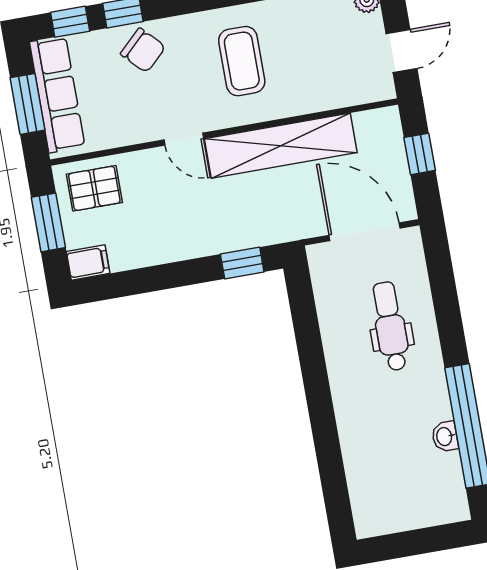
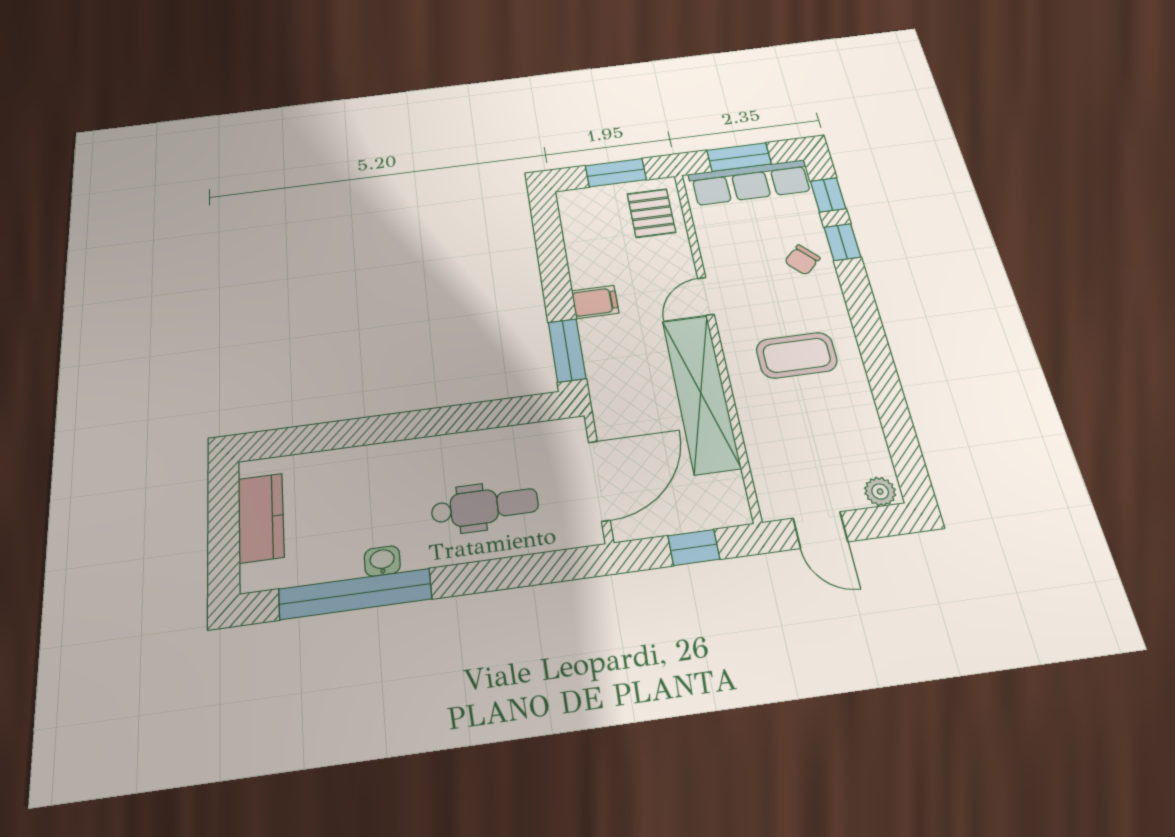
chair: (143, 50) -> (802, 260), width x0.73, depth x0.73
filing cabinet: (88, 262) -> (595, 302), moved, turned -90
window: (242, 263) -> (567, 350), width x1.50
washbasin: (445, 436) -> (382, 561), moved
kitchen counter: (406, 512) -> (261, 518), added

